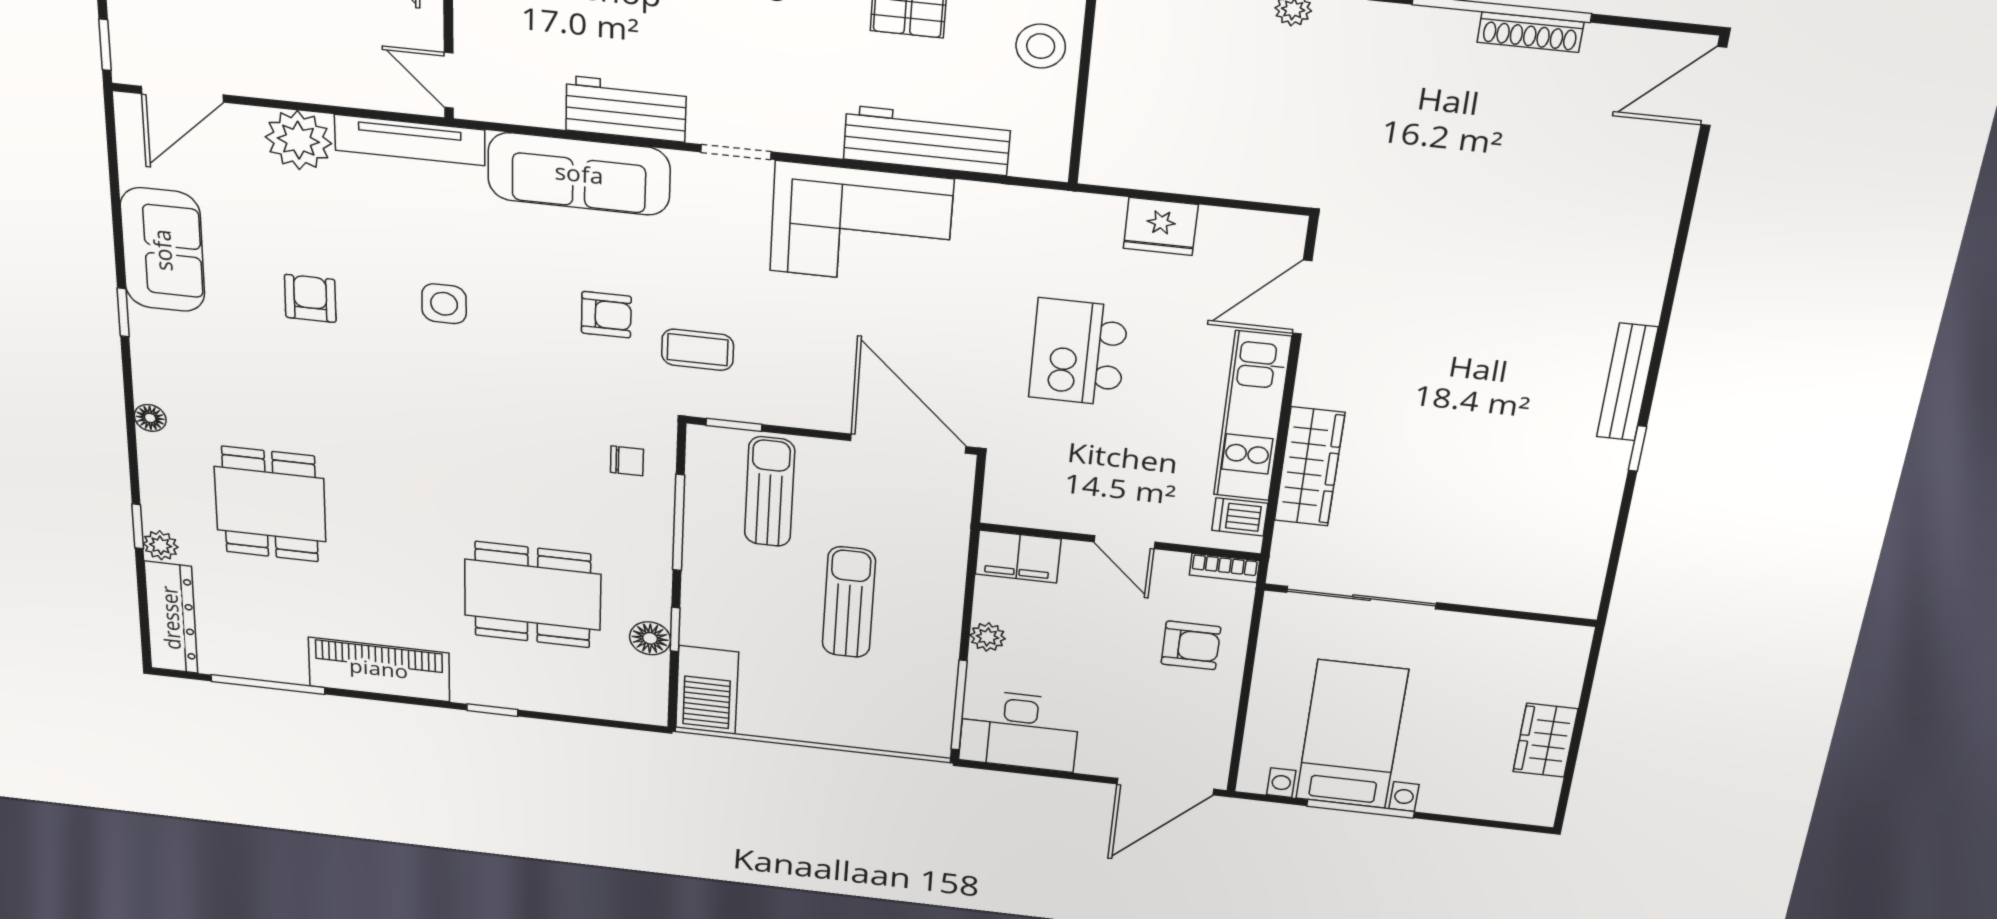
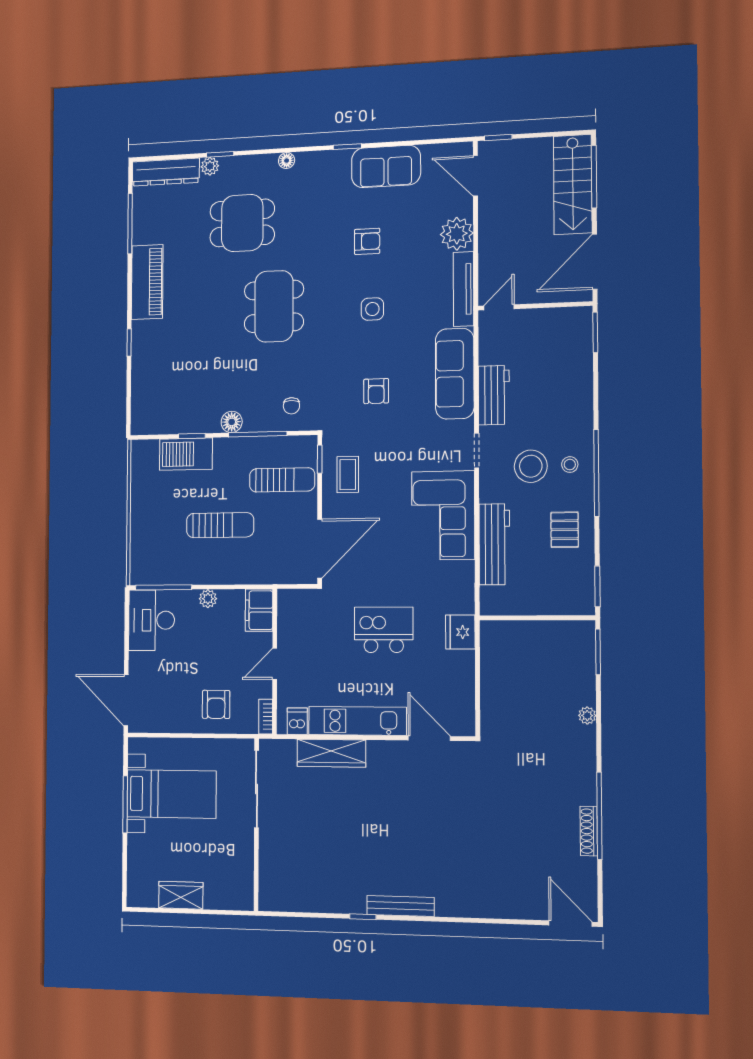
stool: (1041, 46) -> (531, 466), moved, width x1.38, depth x1.38
fridge: (1161, 227) -> (460, 632), moved
coffee table: (698, 350) -> (348, 475), moved
dining table: (533, 595) -> (274, 306), moved
floor lamp: (650, 638) -> (232, 422), moved
barbecue: (707, 690) -> (186, 454), moved

